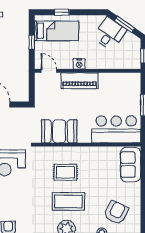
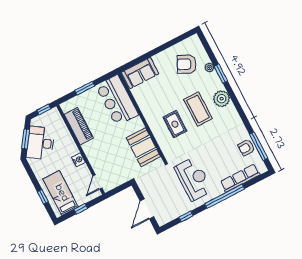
desk: (110, 34) -> (40, 143), width x1.37
piano: (80, 81) -> (79, 126), moved

